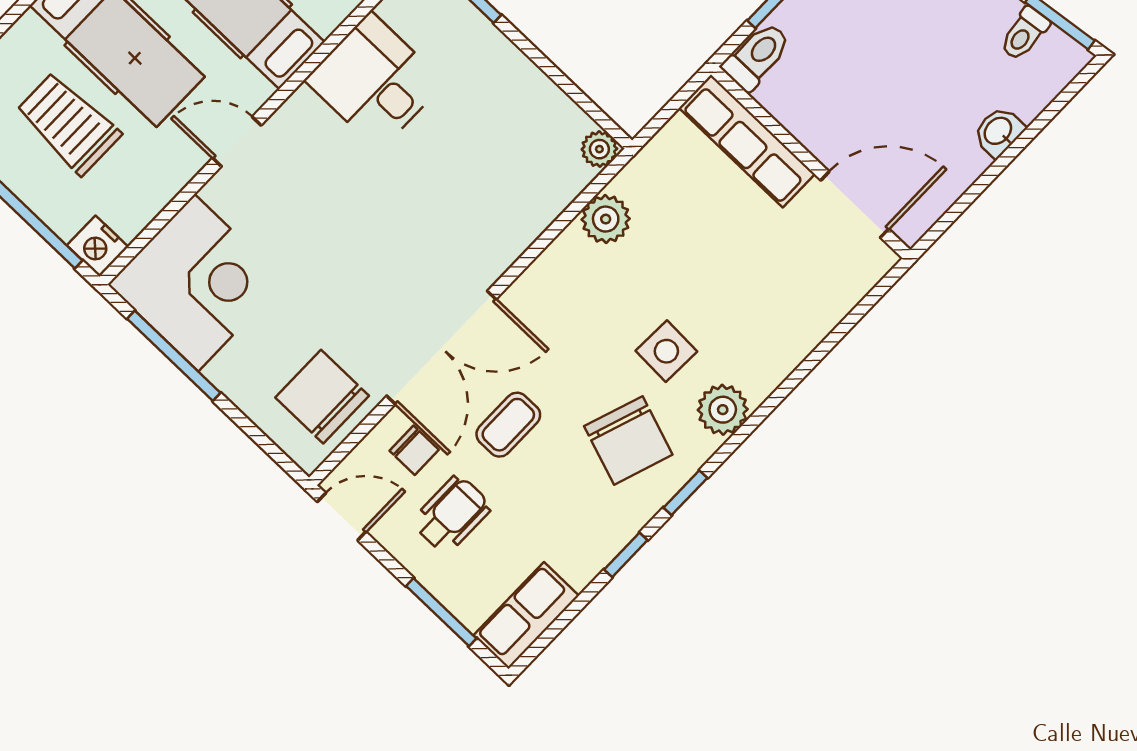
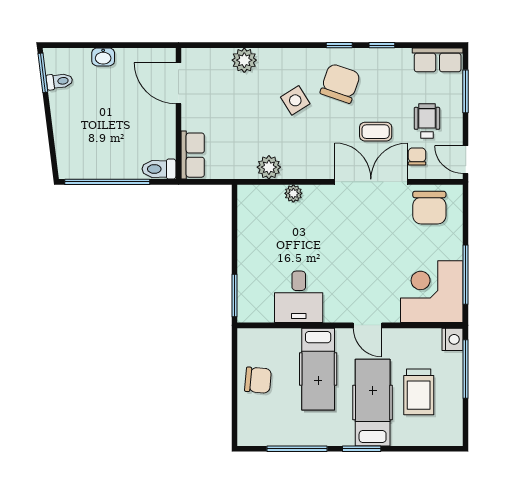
row of seats: (747, 141) -> (193, 155), width x0.68
plant: (599, 149) -> (293, 193), moved
side table: (666, 351) -> (295, 100), turned -34
plant: (723, 410) -> (244, 60), moved
wheelchair: (452, 514) -> (427, 121), turned 90

